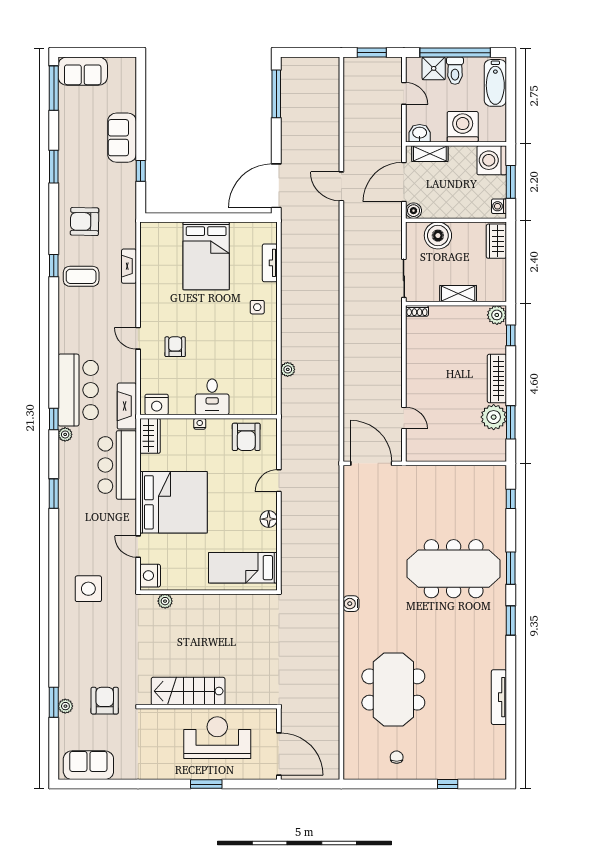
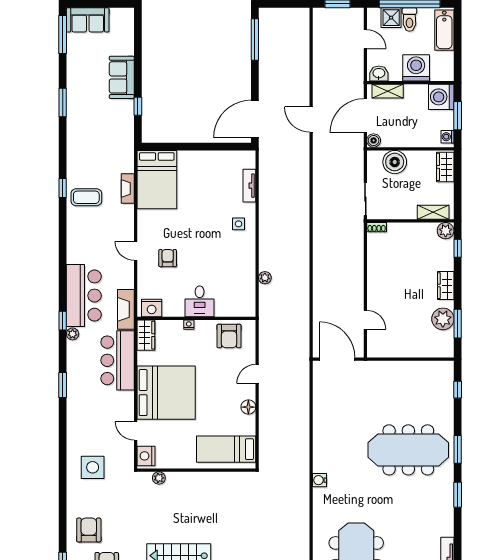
armchair: (85, 222) -> (89, 530), moved, turned 89
bed: (206, 256) -> (157, 180), moved
shelving: (458, 294) -> (433, 212), moved
wardrobe: (497, 378) -> (446, 286), width x0.67

